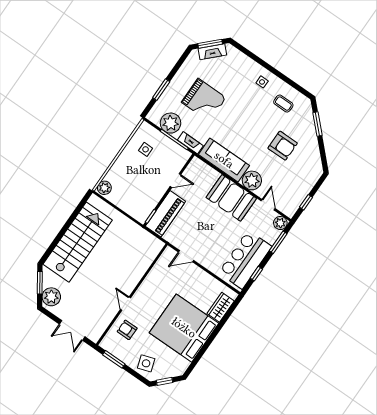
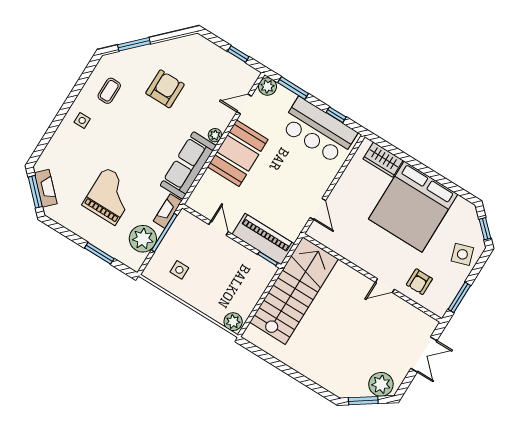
plant: (252, 180) -> (215, 135), width x0.53, depth x0.53
stairs: (78, 242) -> (294, 291), moved, turned 90

